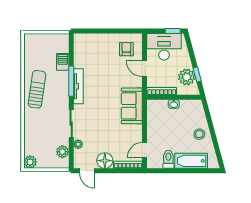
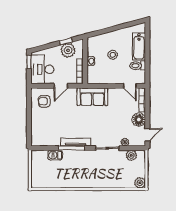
sun lounger: (37, 89) -> (78, 177), removed
stool: (199, 134) -> (113, 55), moved

